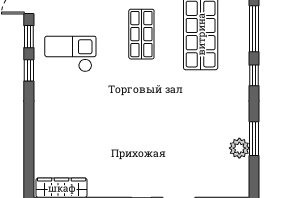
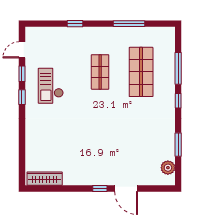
checkout: (70, 54) -> (51, 86), turned -90
plant: (239, 148) -> (168, 168), moved

